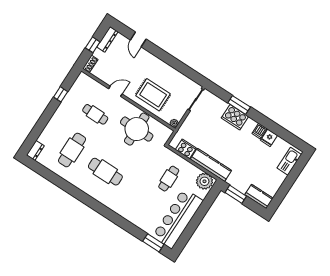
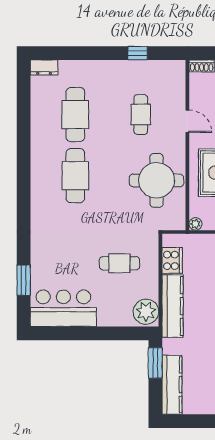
cafe table: (72, 150) -> (75, 114), turned 90
kitchen counter: (259, 196) -> (172, 385), width x1.50
bar counter: (178, 219) -> (63, 308), width x0.73
window: (153, 243) -> (24, 280), moved

